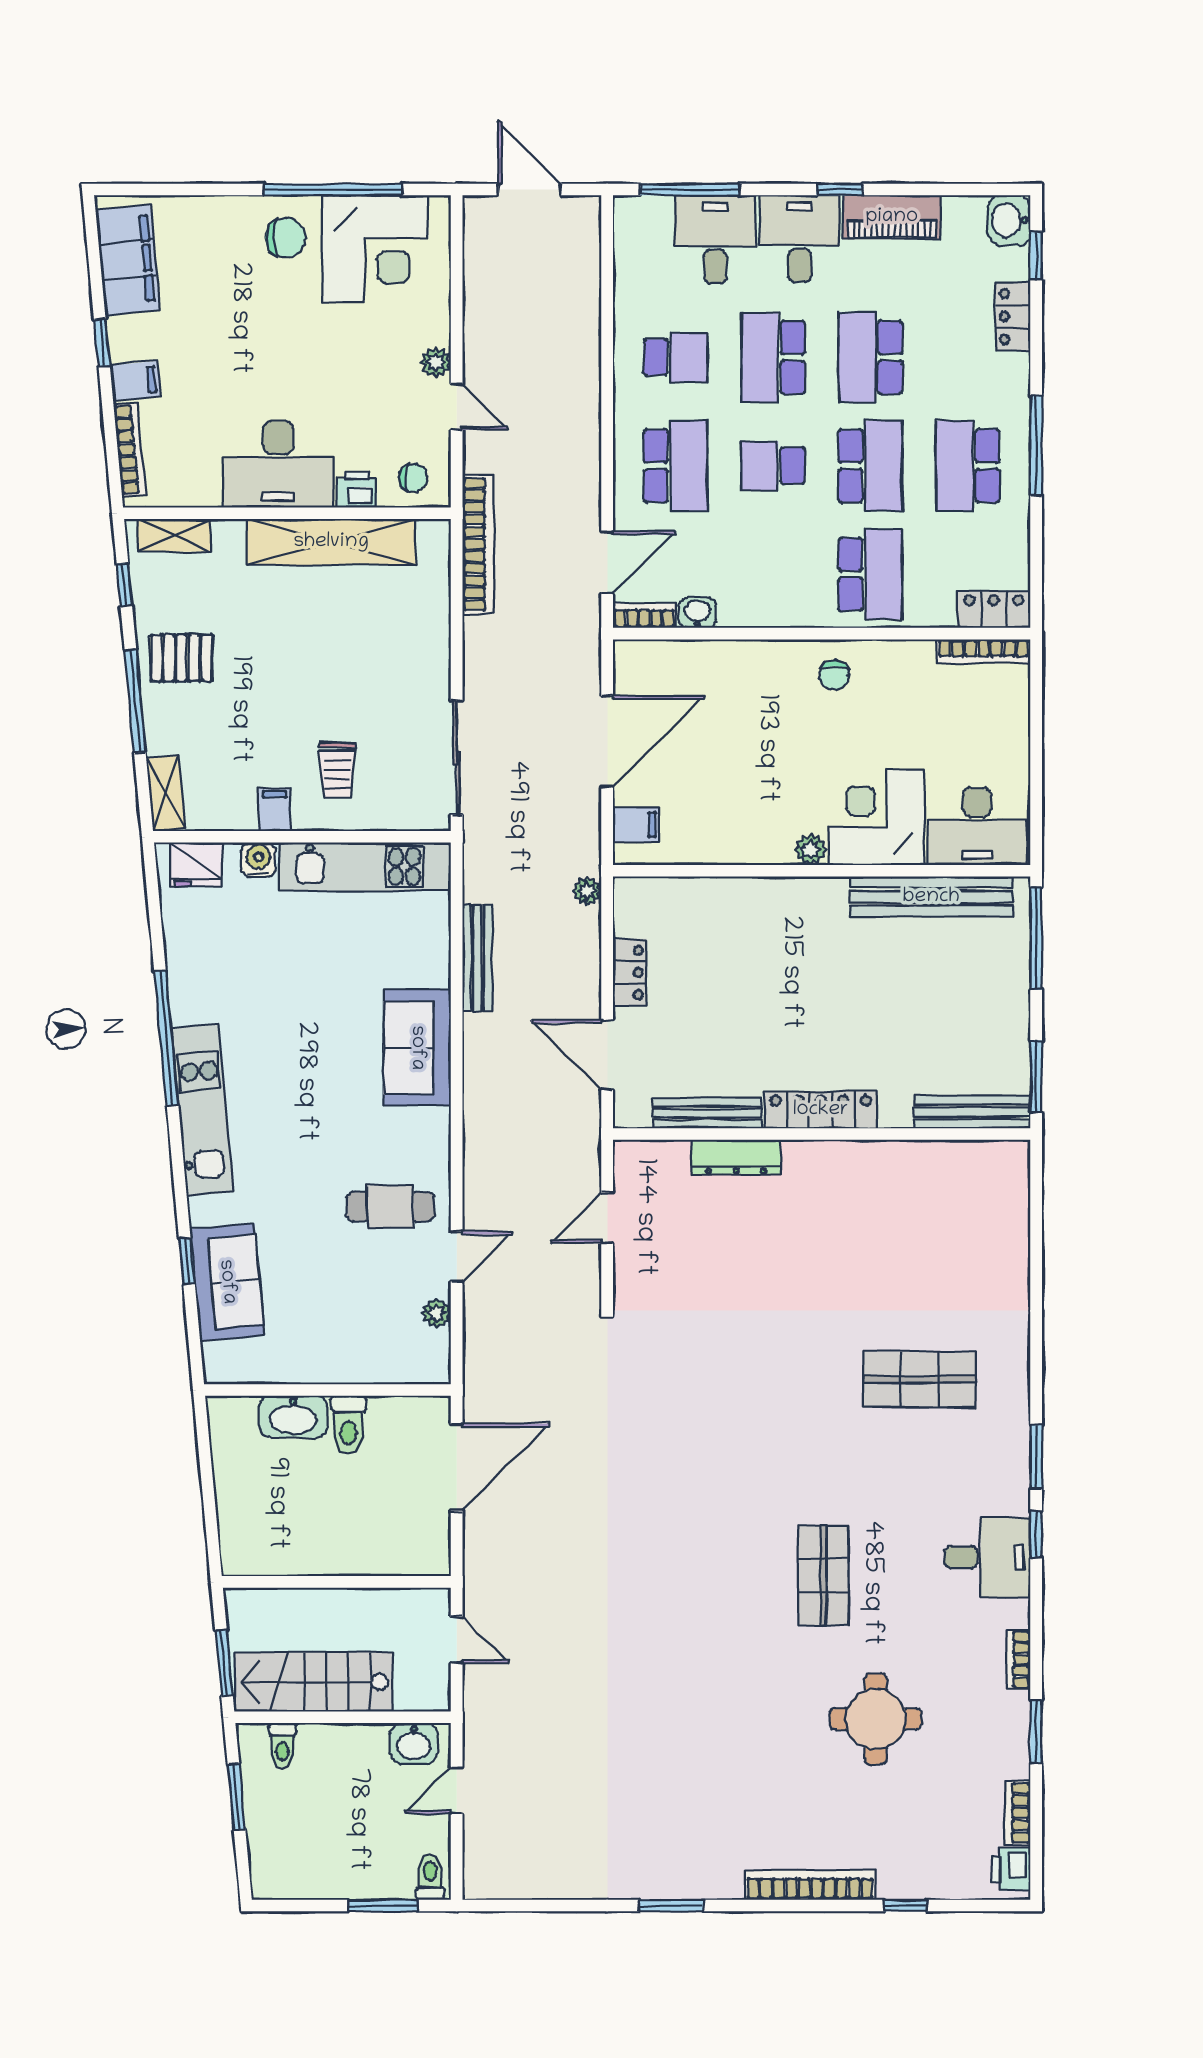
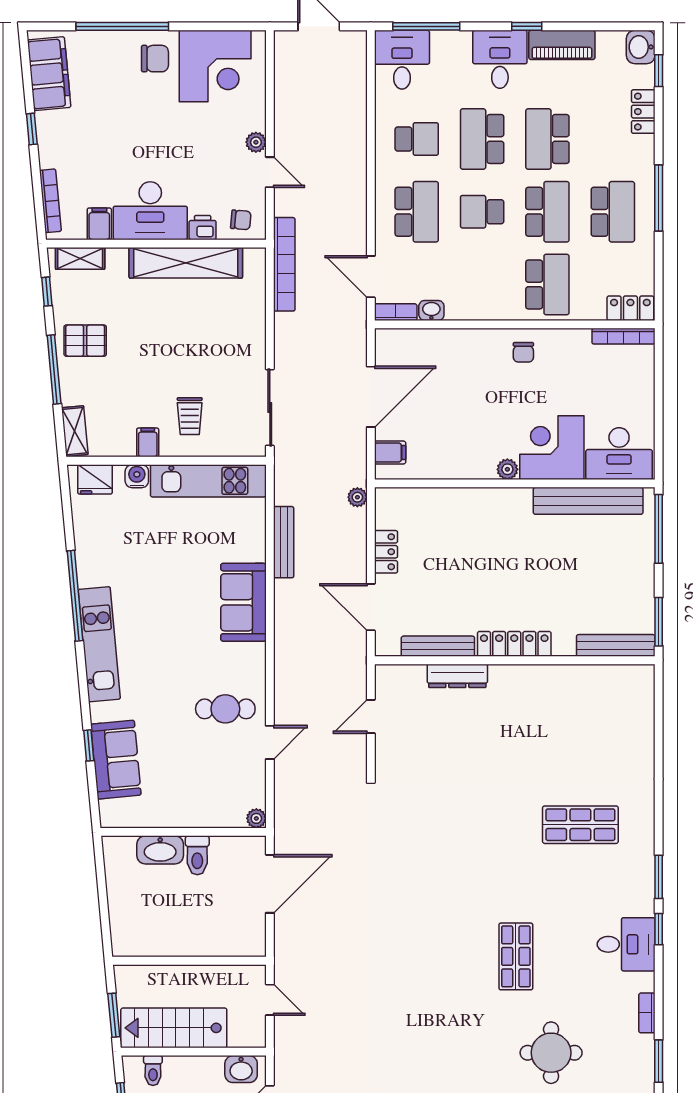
window: (333, 190) -> (122, 26), moved
desk: (715, 239) -> (402, 60), moved
filing cabinet: (135, 381) -> (99, 224), moved, turned -85
school desk: (968, 466) -> (613, 212), turned 180
door: (607, 563) -> (371, 277), swing flipped
plant: (437, 1313) -> (256, 818), moved

